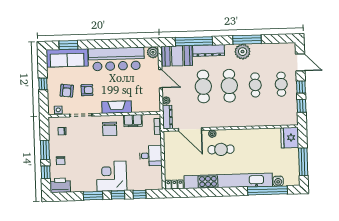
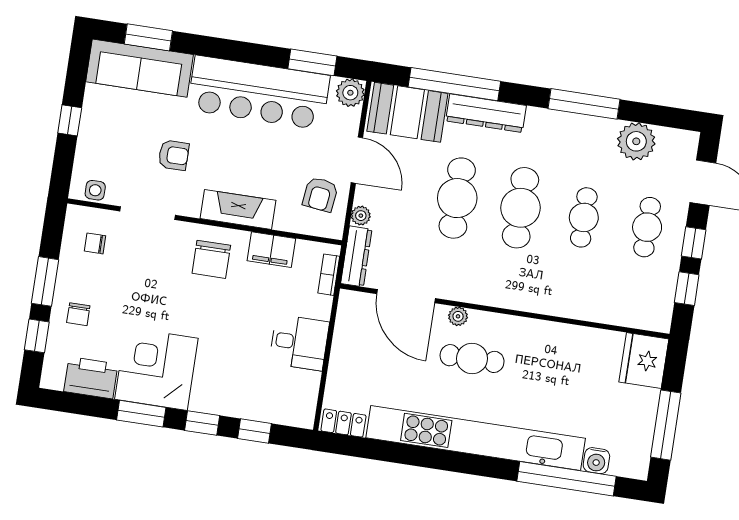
window: (136, 43) -> (312, 62), added
plant: (243, 52) -> (636, 141), moved
armchair: (67, 91) -> (320, 194), moved
corner desk: (112, 176) -> (156, 369), moved
printer: (60, 185) -> (91, 378), moved

